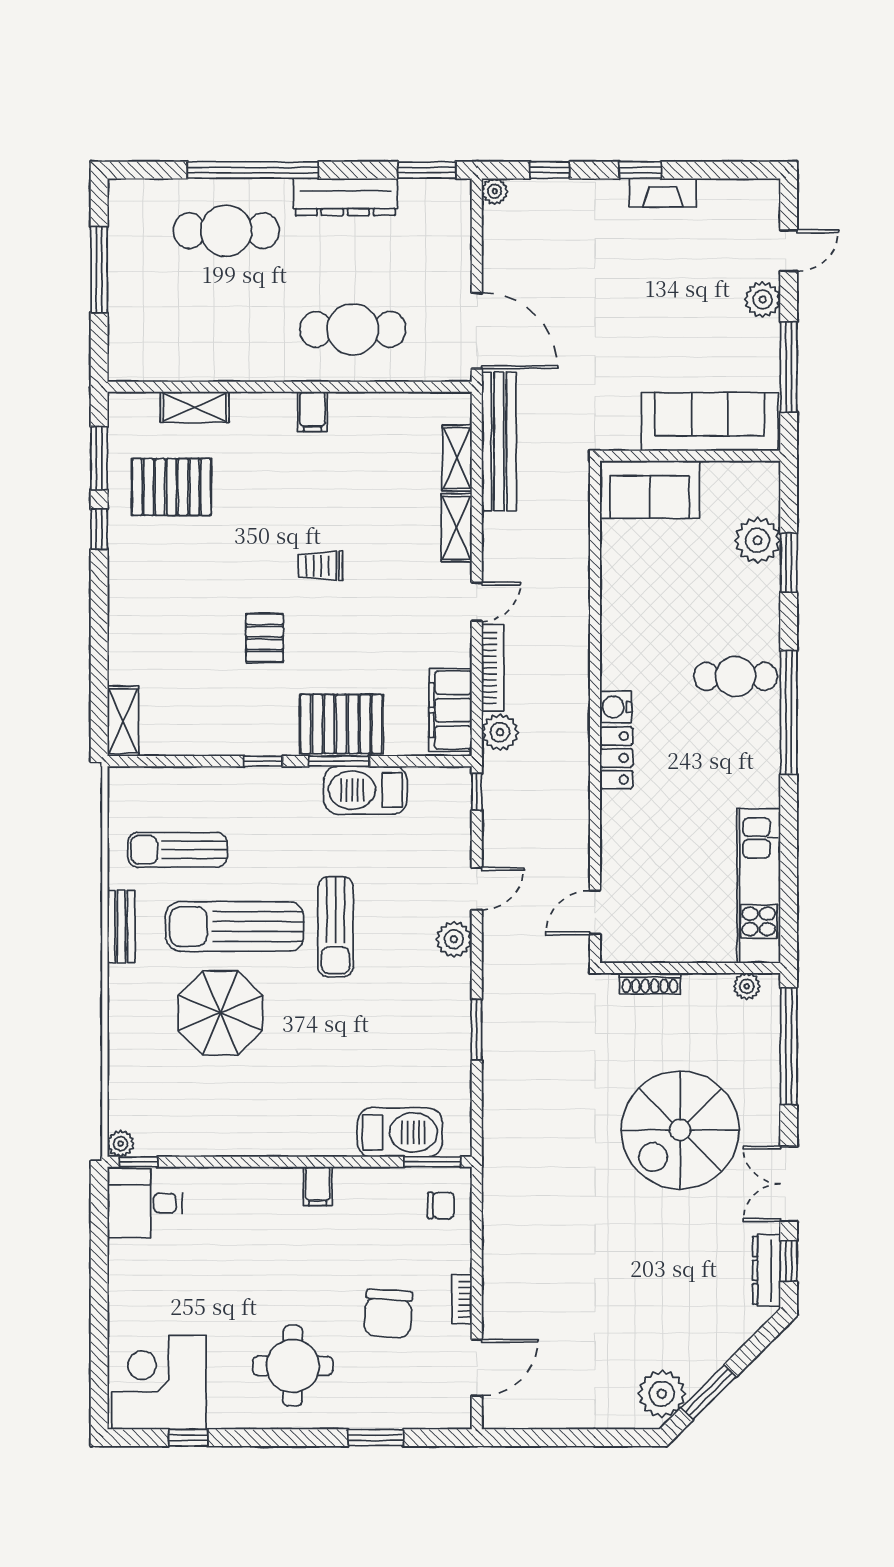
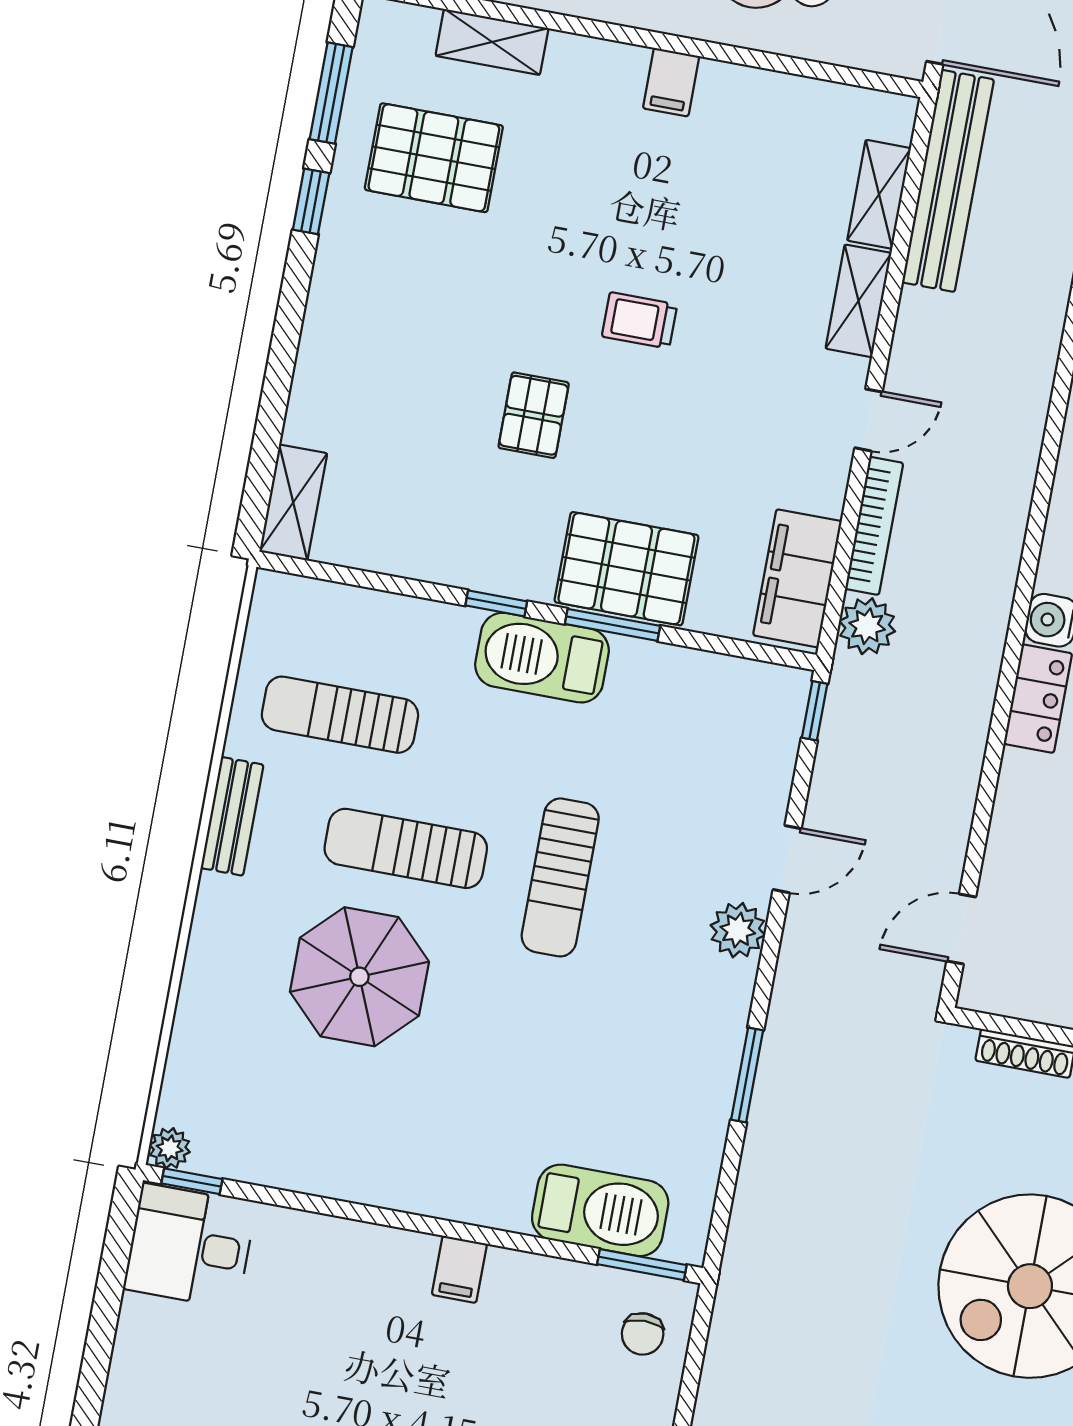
barbecue: (365, 790) -> (542, 658), moved
sun lounger: (235, 927) -> (406, 848), width x0.73, depth x0.75
chair: (441, 1205) -> (643, 1334), turned 90

